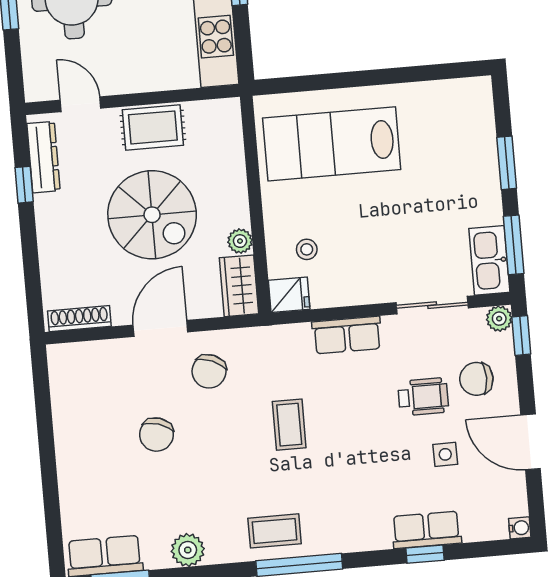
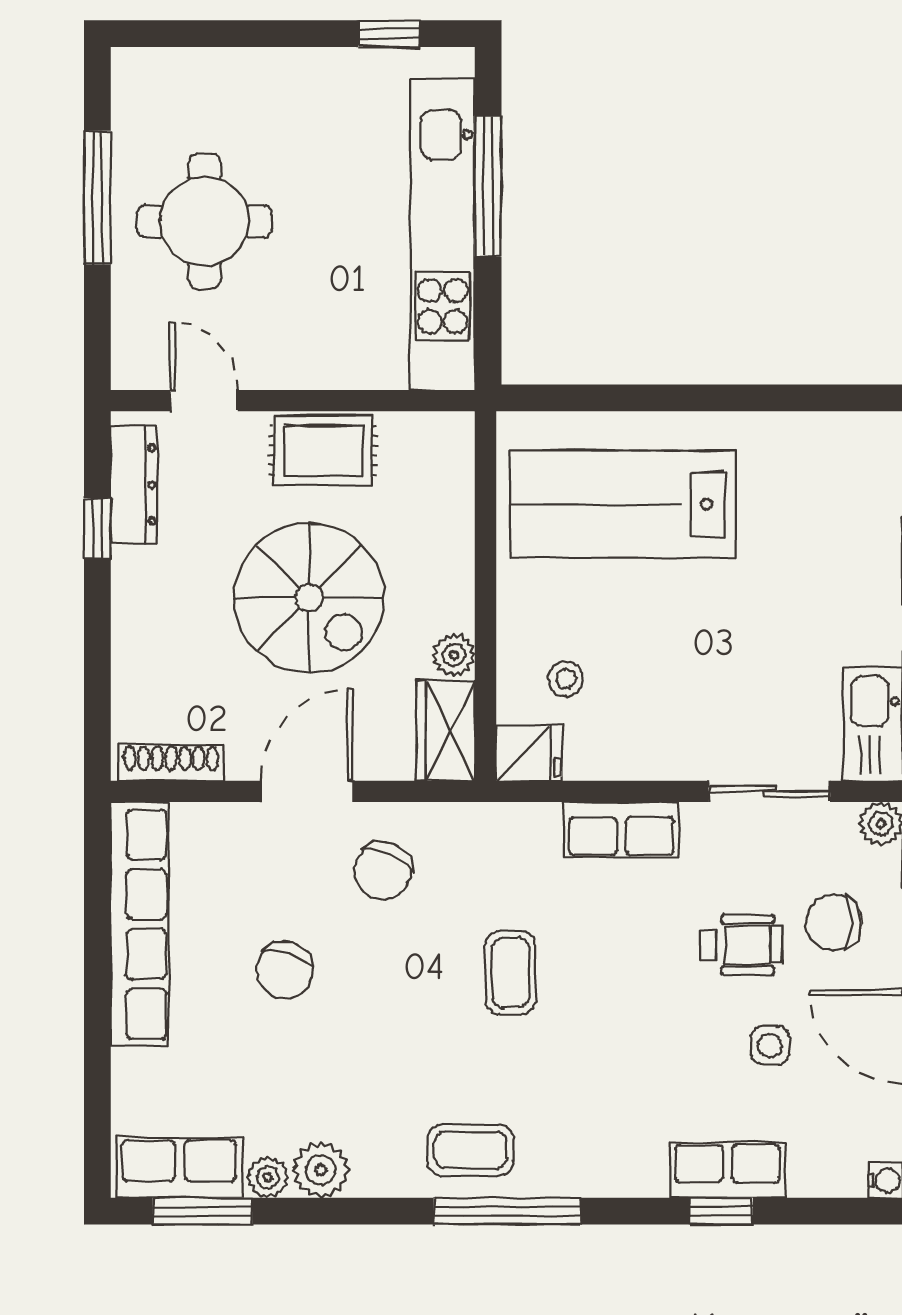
row of seats: (69, 415) -> (140, 924), added
plant: (157, 557) -> (268, 1177), added

